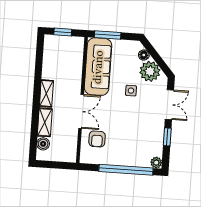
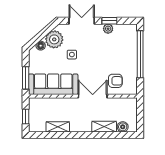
shelving: (46, 93) -> (58, 127), moved
plant: (156, 163) -> (108, 29), moved

